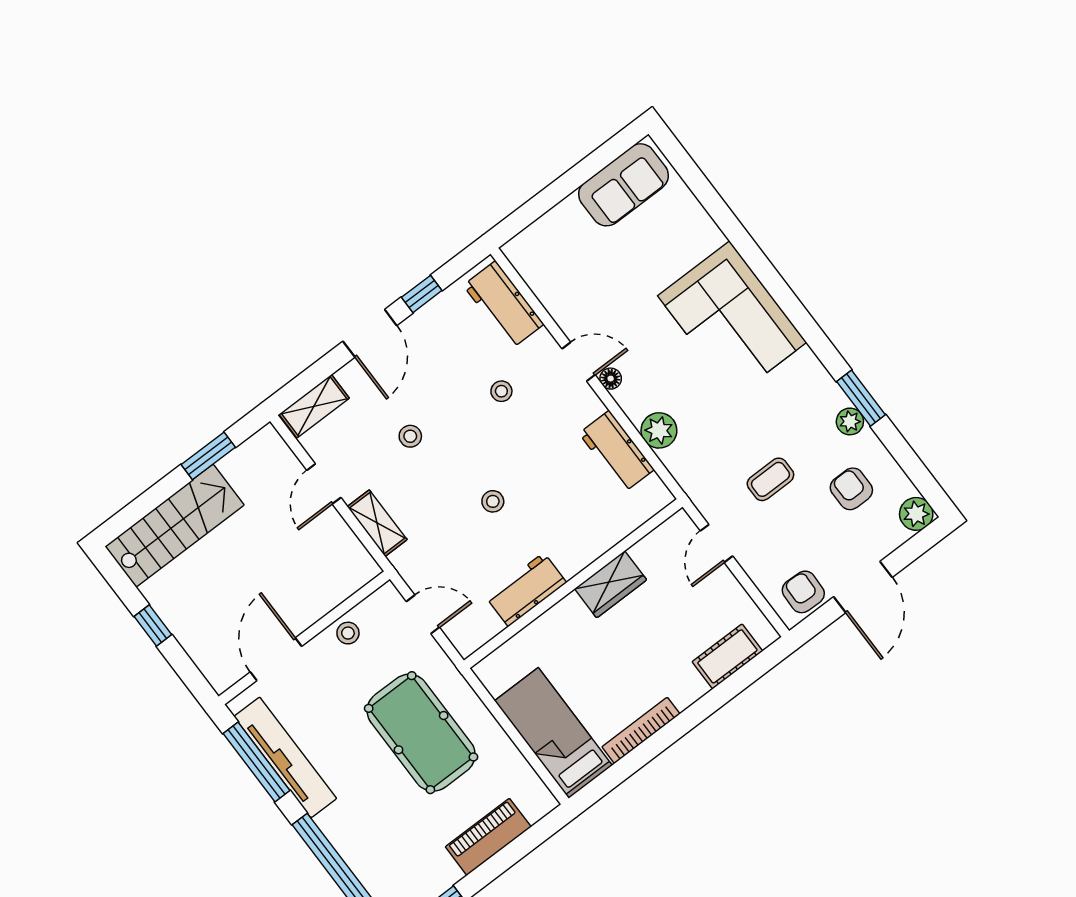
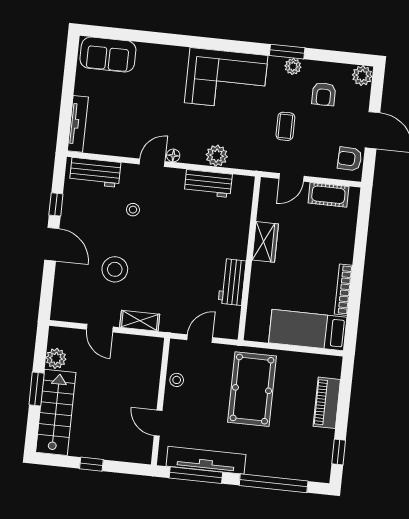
sofa: (623, 185) -> (108, 55), moved, turned 90
tv unit: (542, 230) -> (78, 124), added
corner sofa: (732, 319) -> (226, 79), moved
shelving: (314, 406) -> (61, 300), removed
stool: (410, 436) -> (115, 269), width x1.89, depth x1.89
window: (208, 456) -> (37, 389), moved
plant: (239, 466) -> (56, 358), added
armchair: (851, 489) -> (324, 94), turned -90
stool: (493, 501) -> (179, 260), removed
door: (717, 543) -> (291, 177), hinge flipped
cot: (727, 656) -> (328, 195), moved, turned 90
door: (276, 659) -> (158, 423), width x0.73
pool table: (421, 733) -> (252, 389), turned 90

